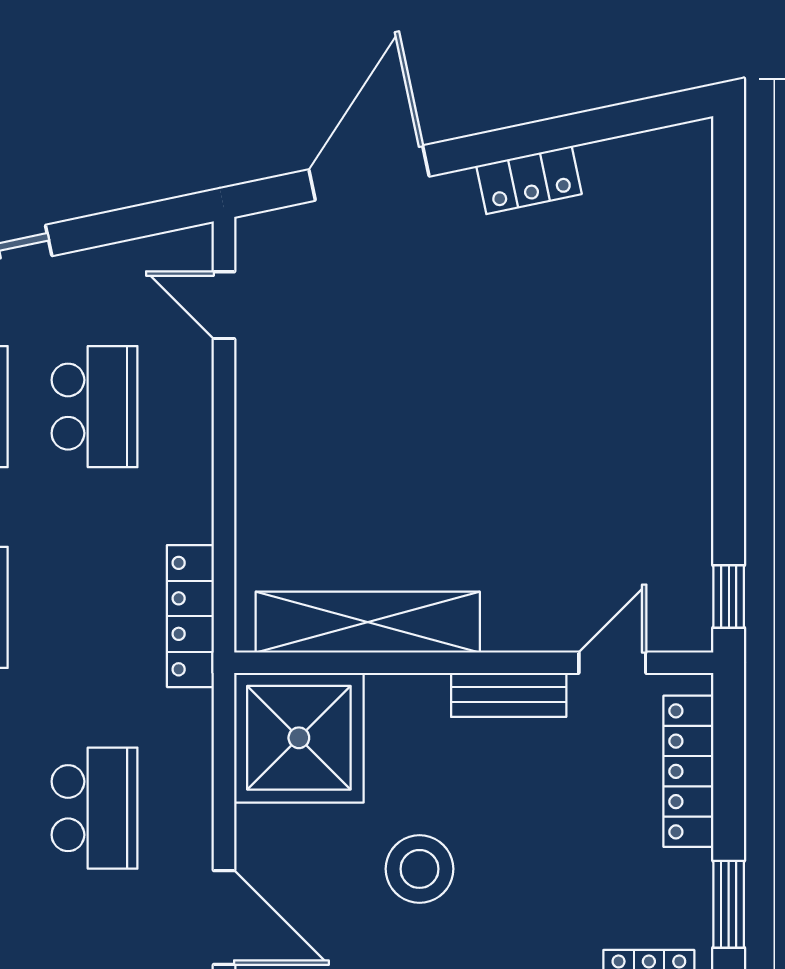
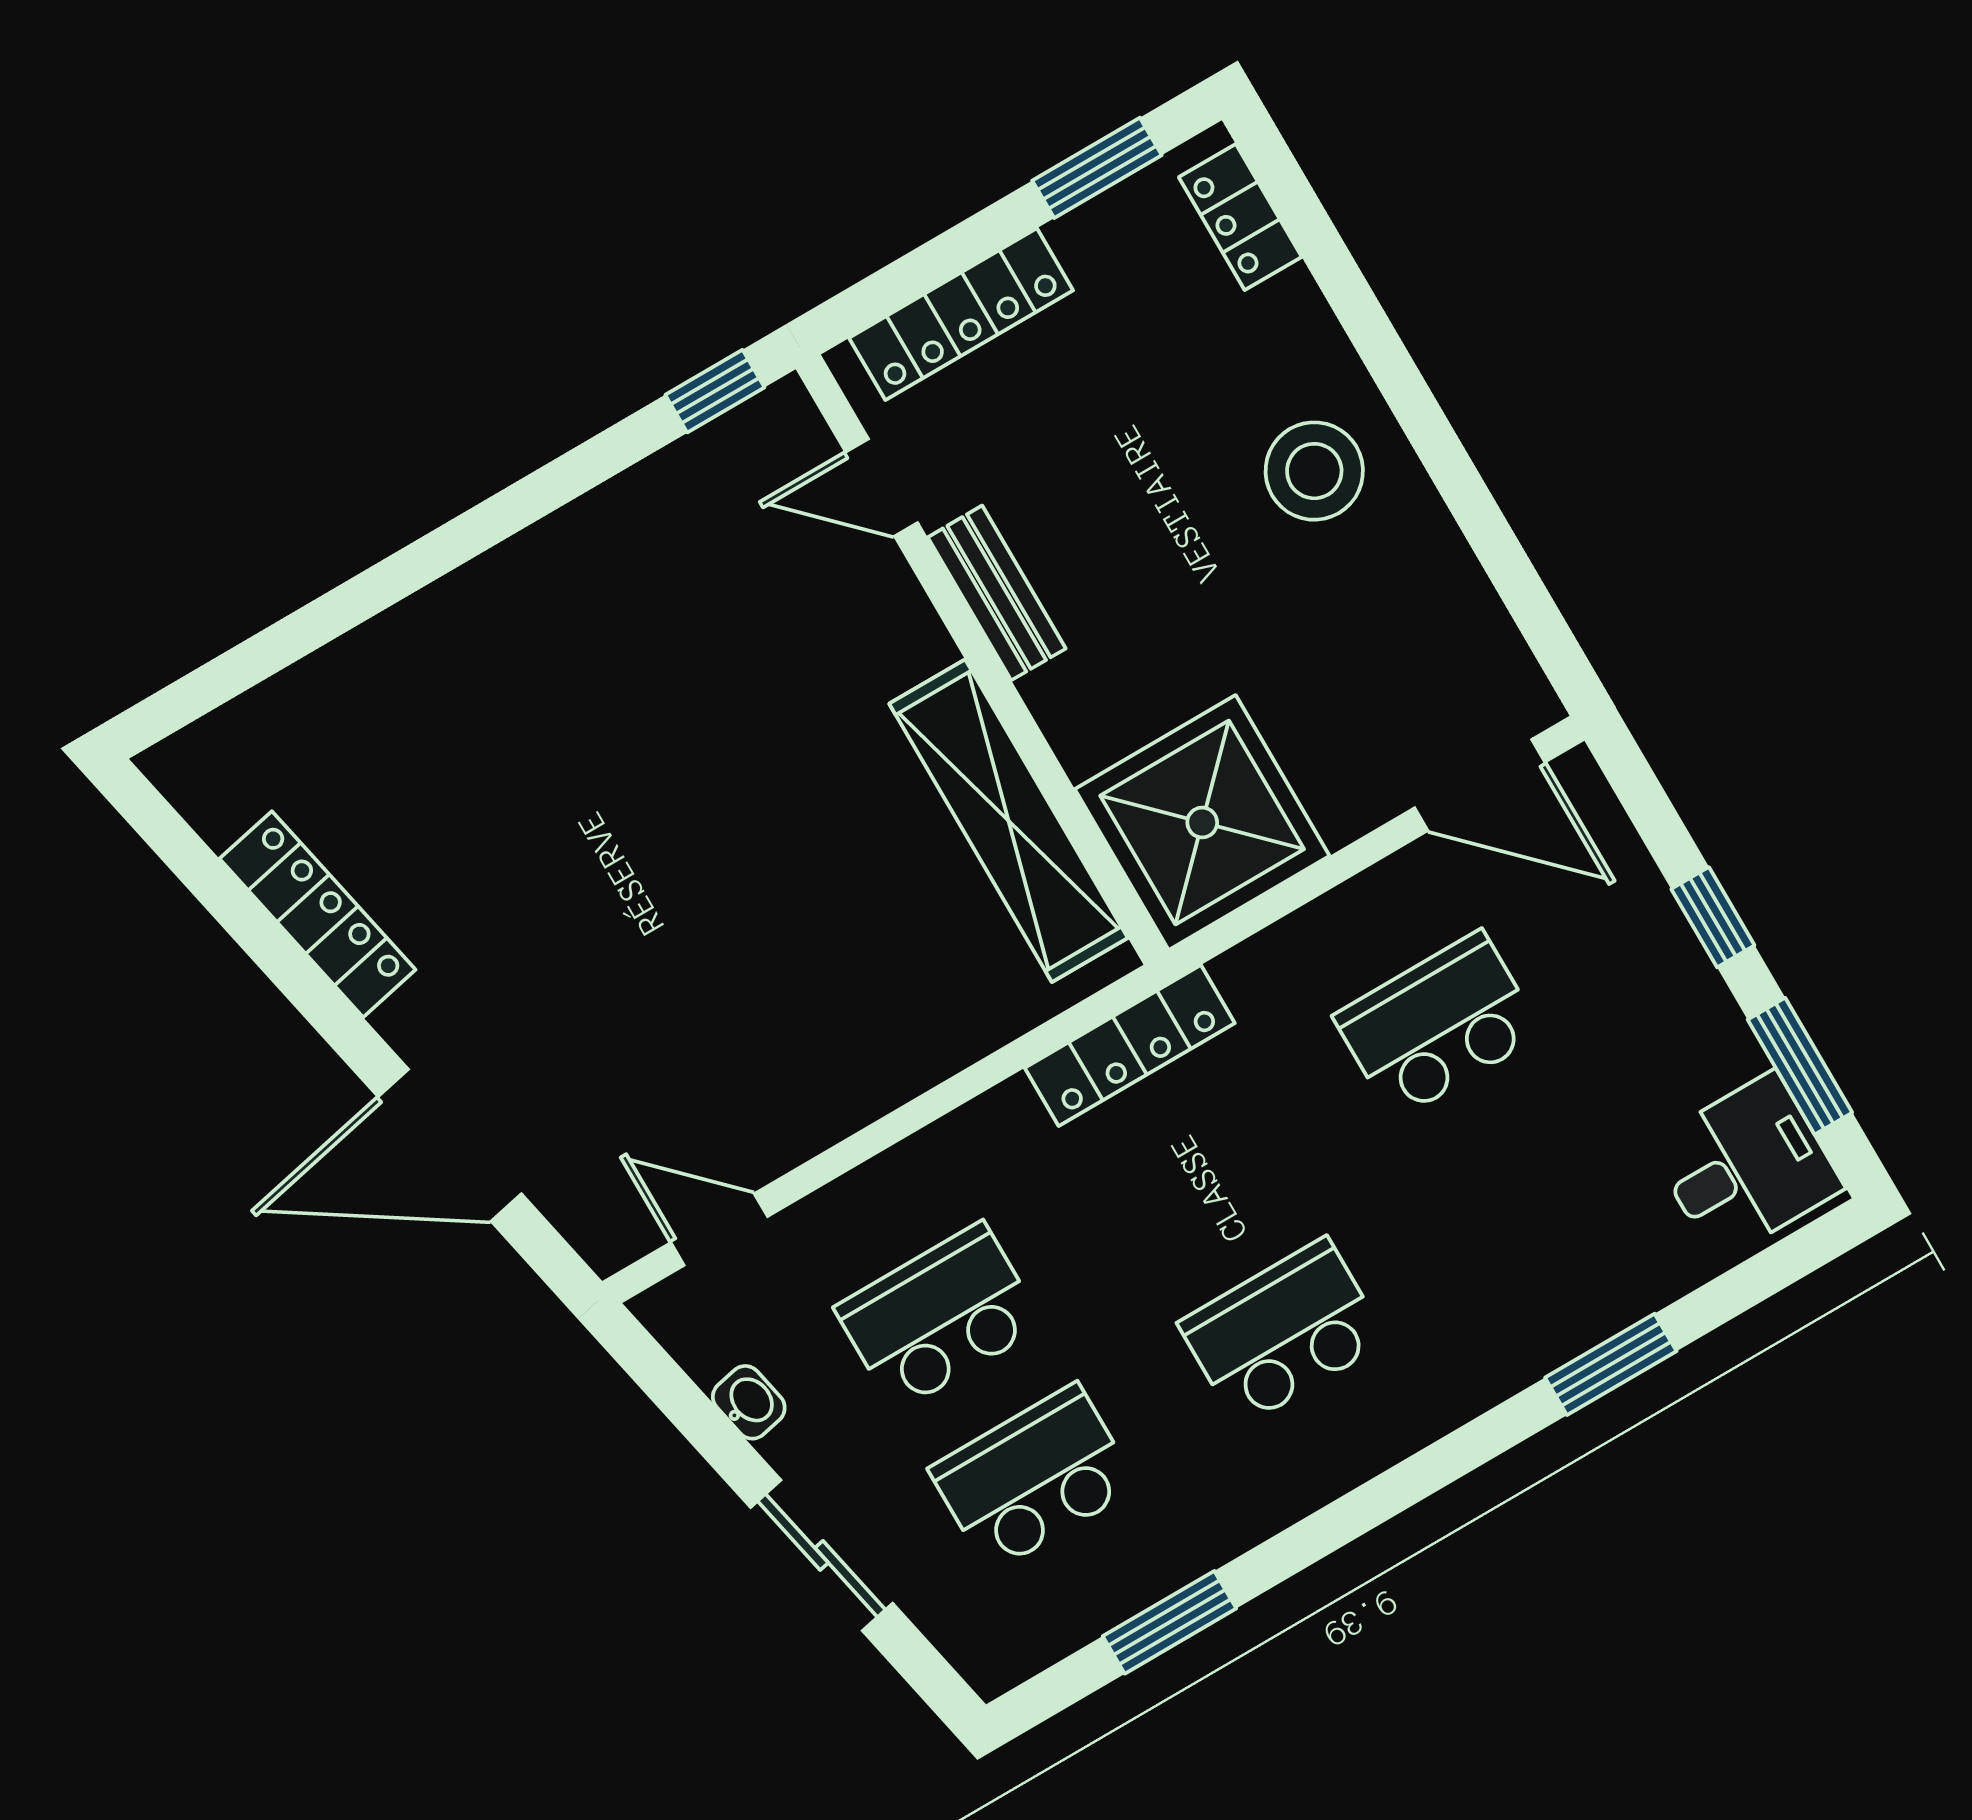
locker: (529, 180) -> (318, 914), width x1.53
washbasin: (110, 262) -> (749, 1402), added
door: (224, 305) -> (719, 1230), swing flipped
stool: (419, 869) -> (1314, 471), moved
door: (224, 917) -> (1480, 785), swing flipped

